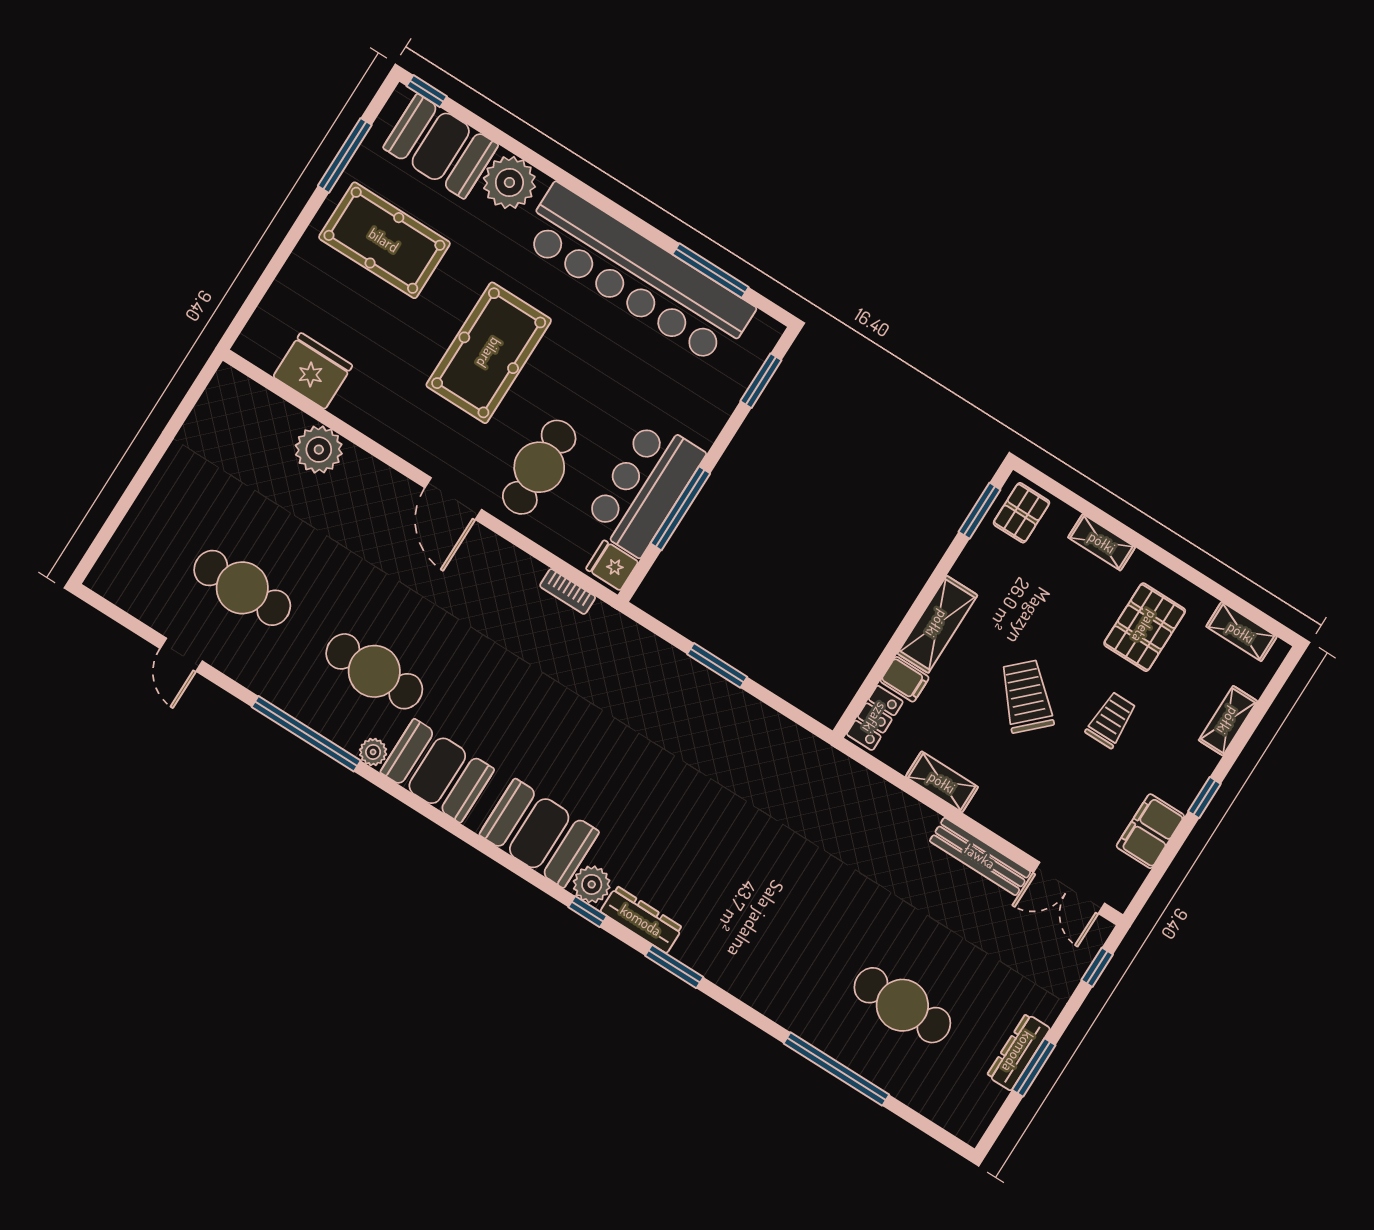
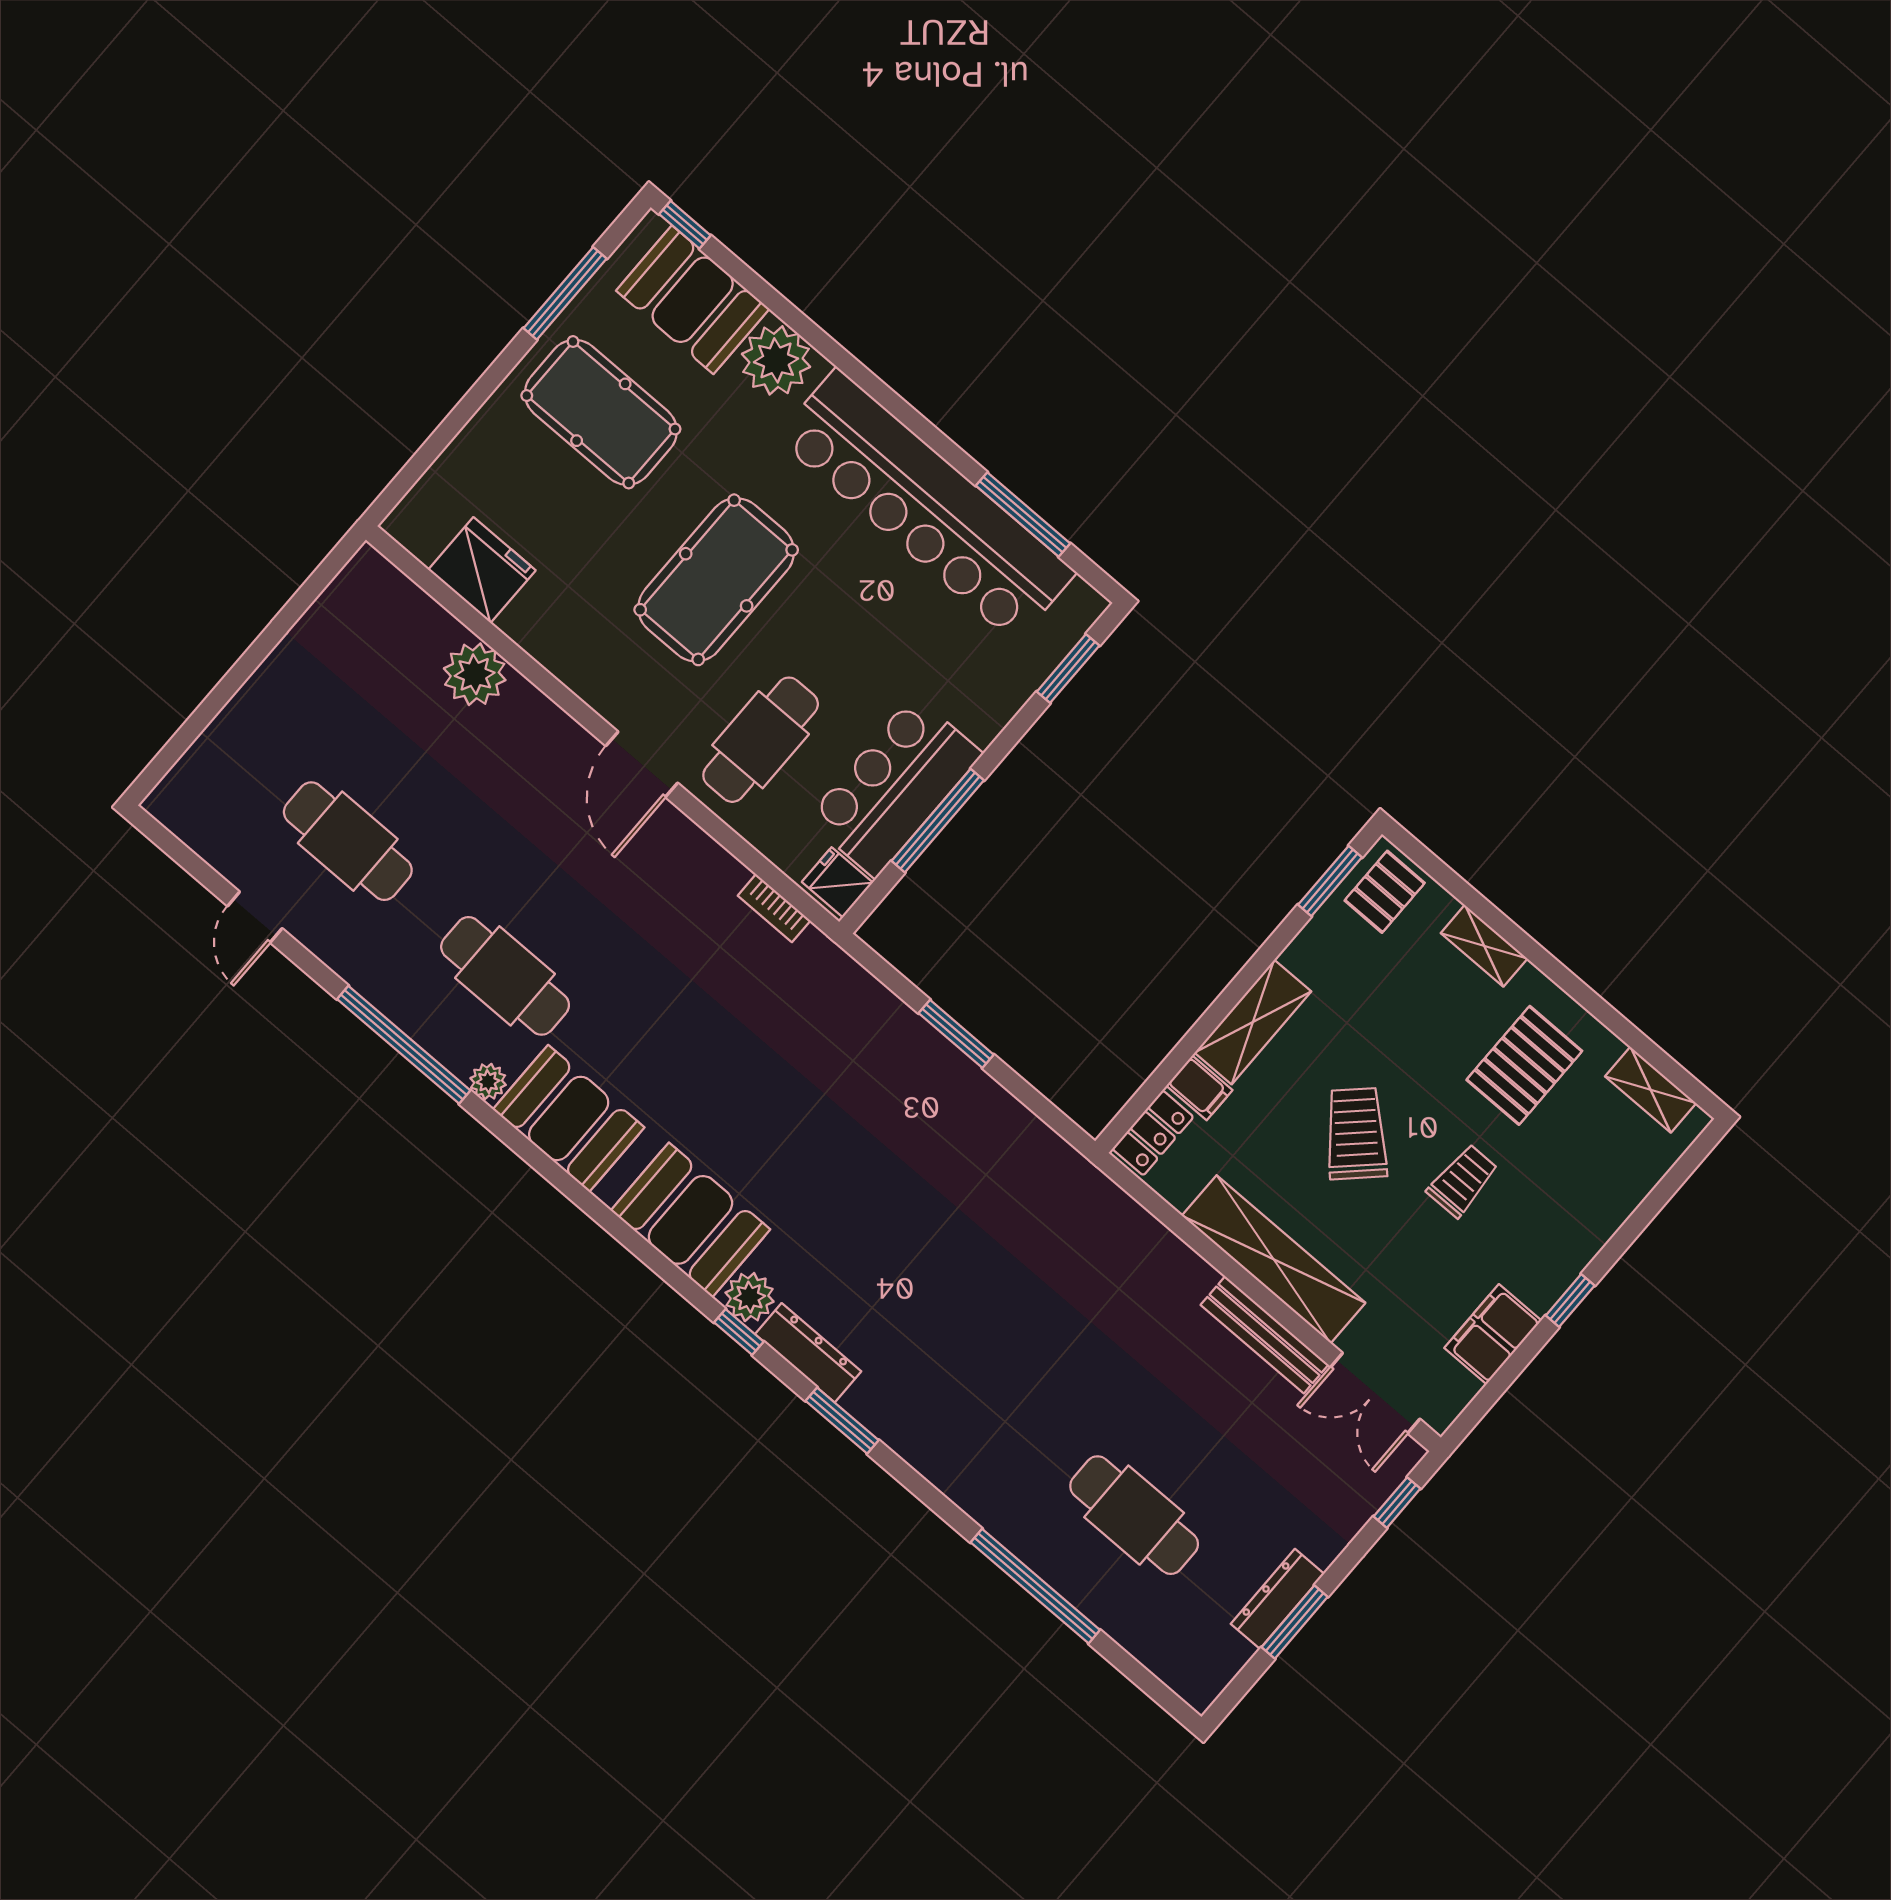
shelving: (1228, 721) -> (1616, 1204), removed
shelving: (942, 782) -> (1274, 1259), width x2.20, depth x1.33

